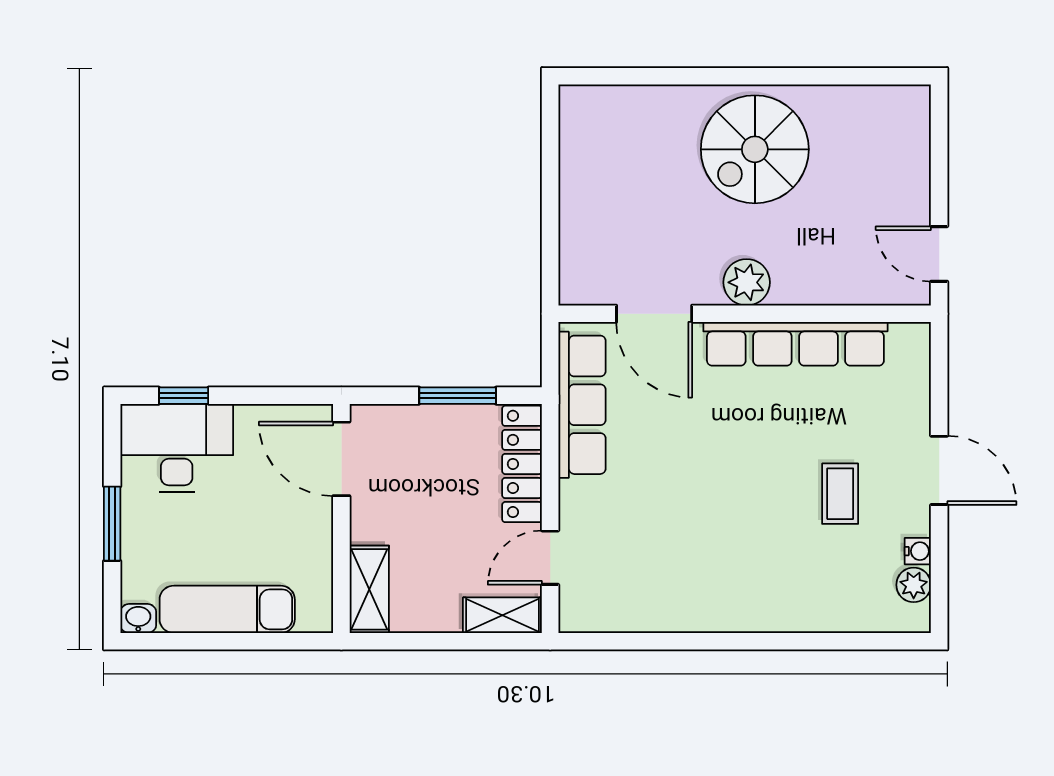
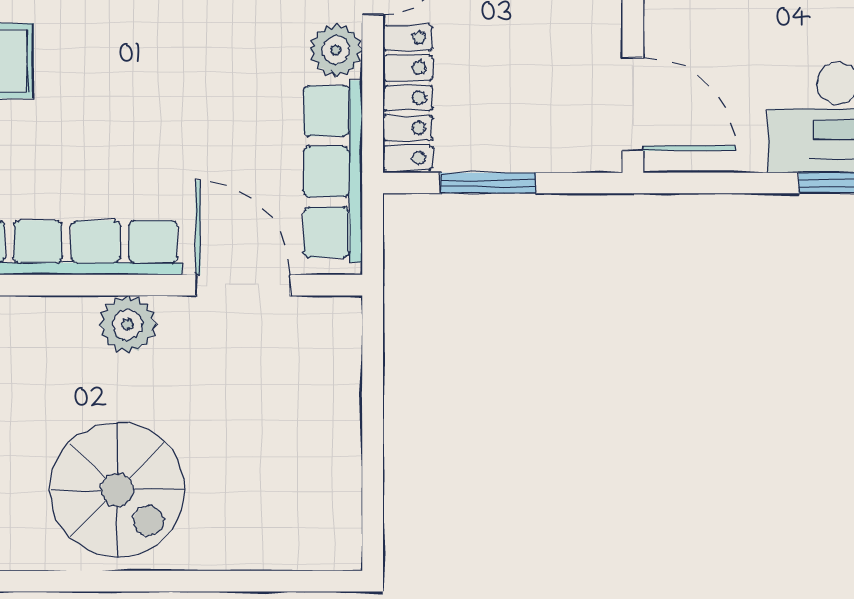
spiral stairs: (755, 149) -> (117, 490), turned 90
plant: (579, 502) -> (336, 50), added

